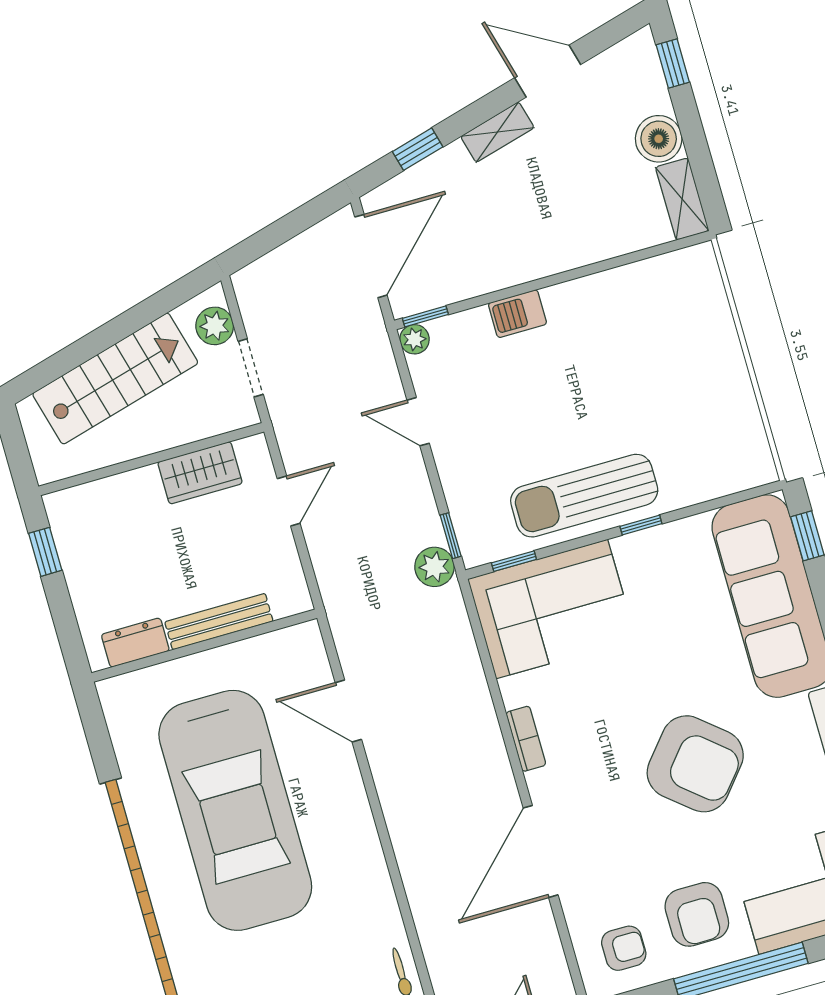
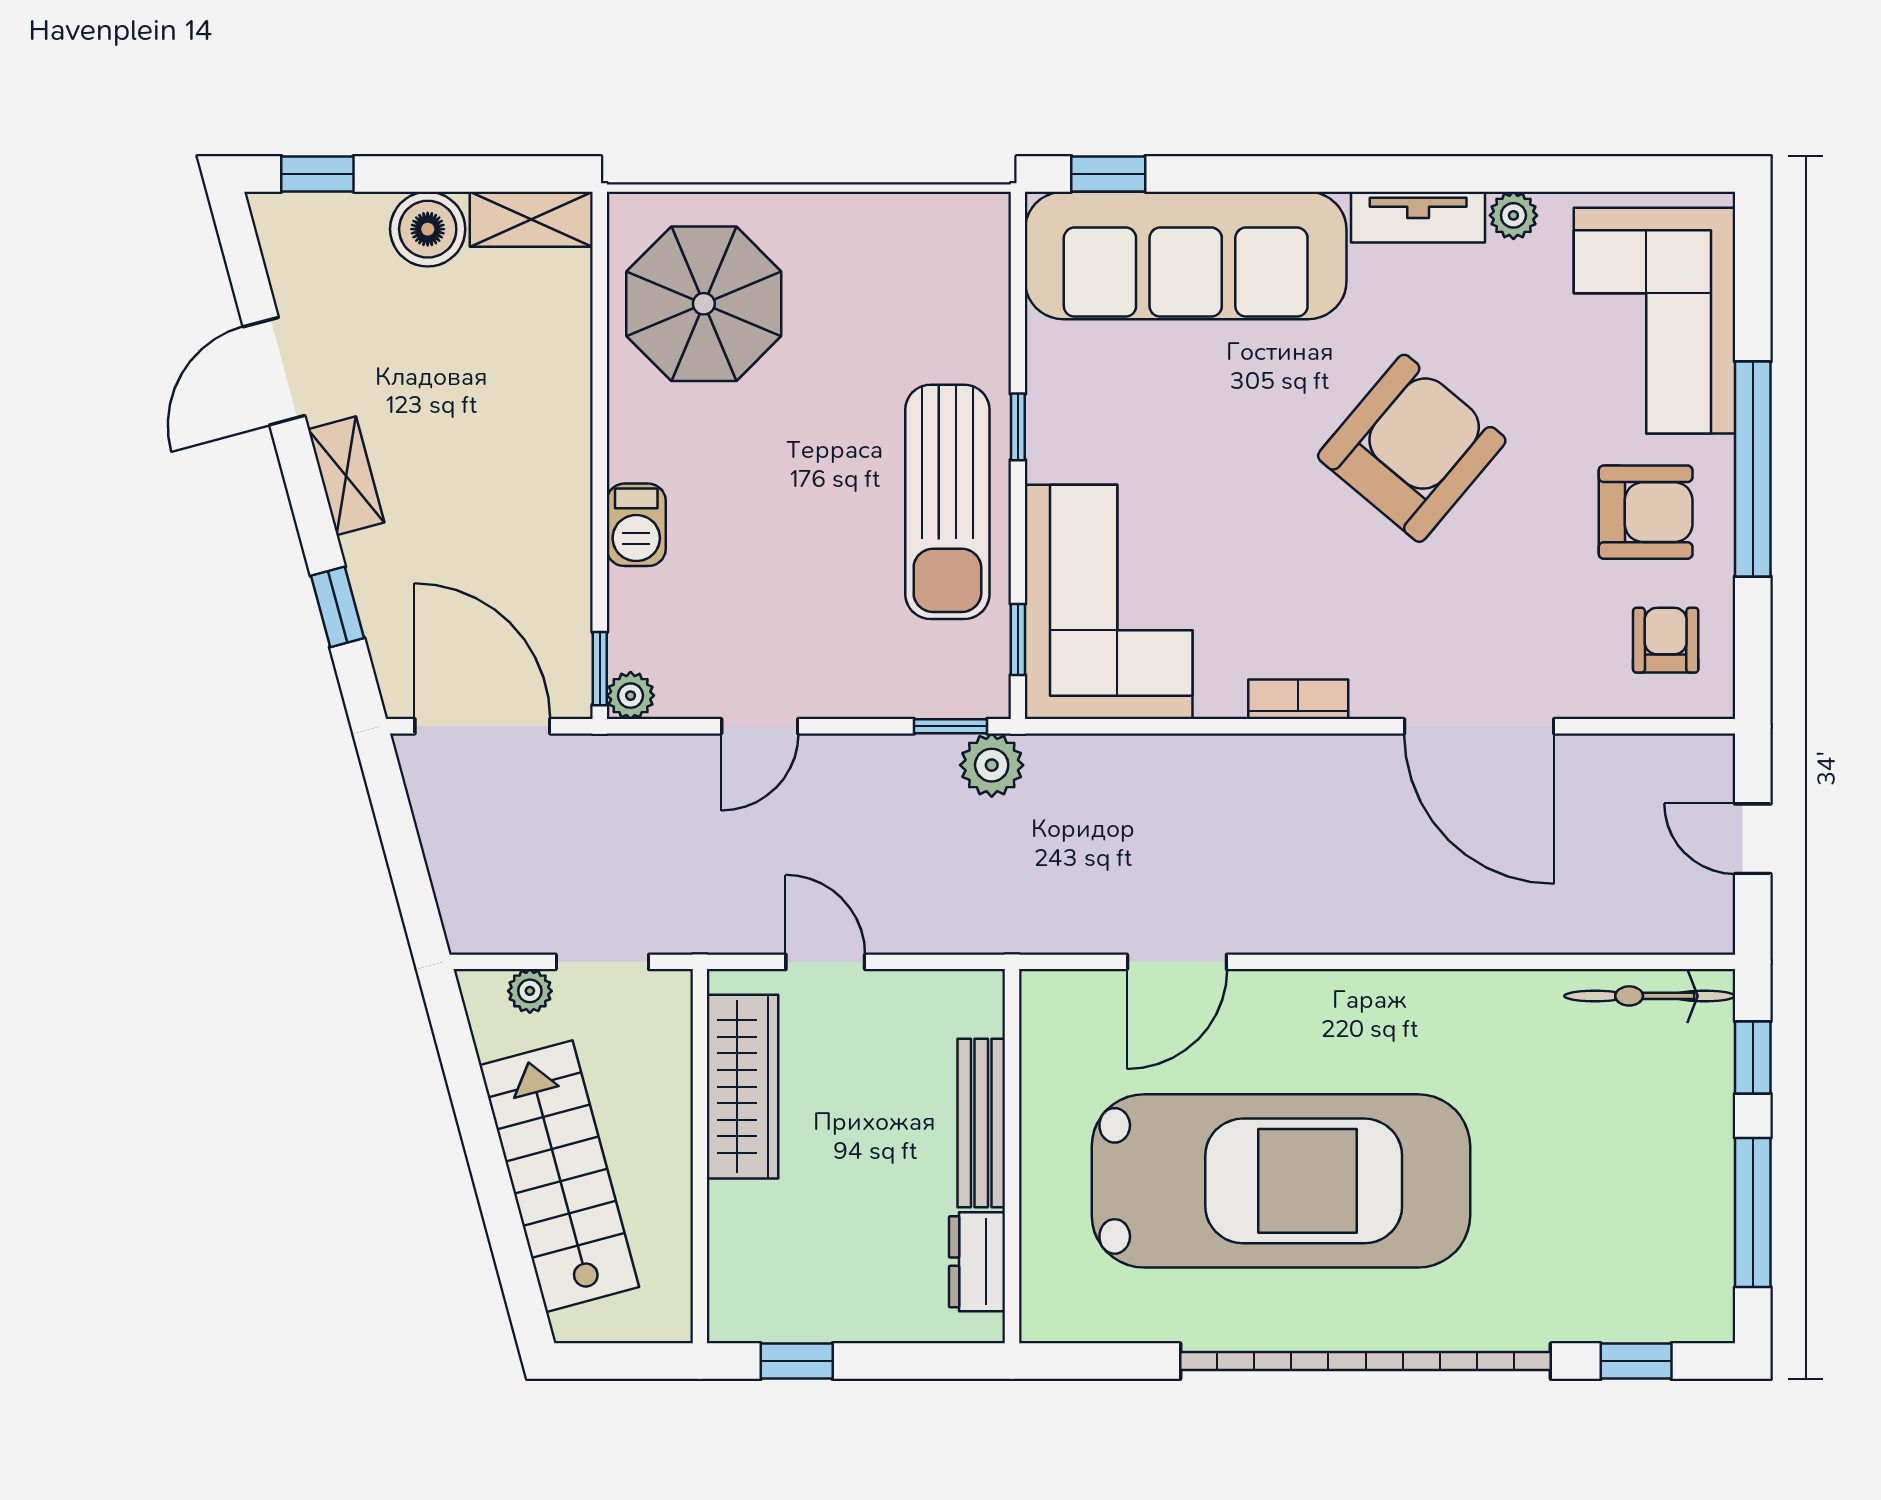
parasol: (661, 316) -> (704, 304), added
plant: (215, 326) -> (530, 991), width x0.73, depth x0.73
wardrobe: (200, 473) -> (743, 1087), width x1.50

